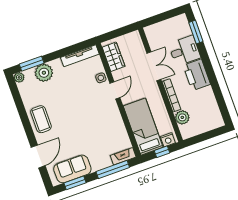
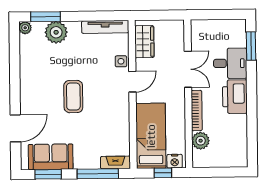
coffee table: (41, 119) -> (73, 97), moved

